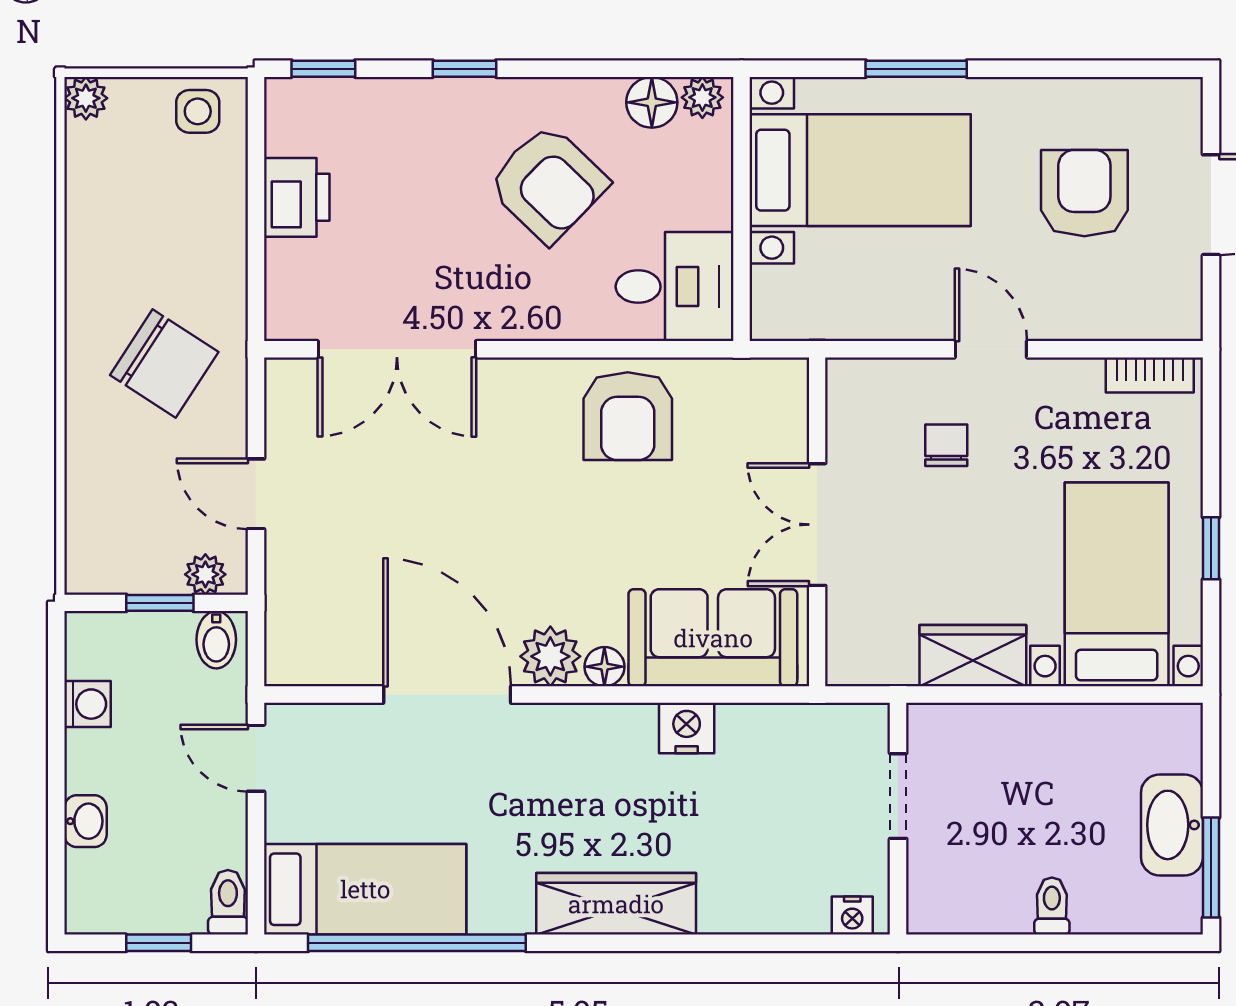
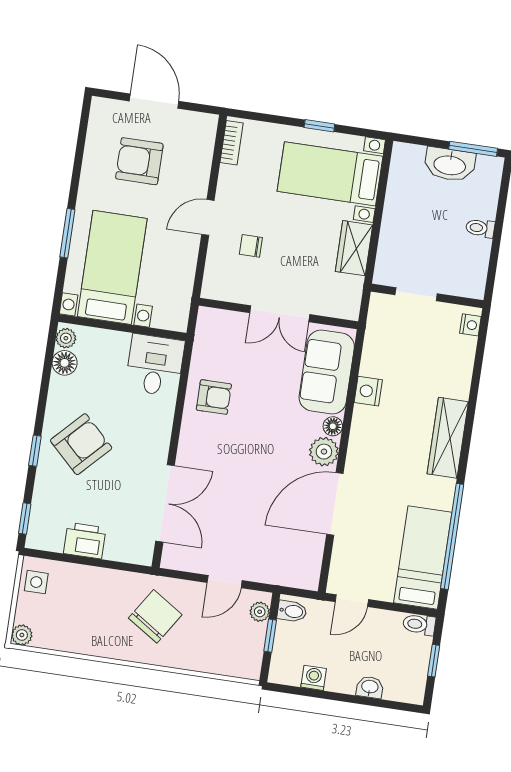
armchair: (548, 184) -> (81, 444), moved
armchair: (628, 416) -> (214, 397), width x0.72, depth x0.72

